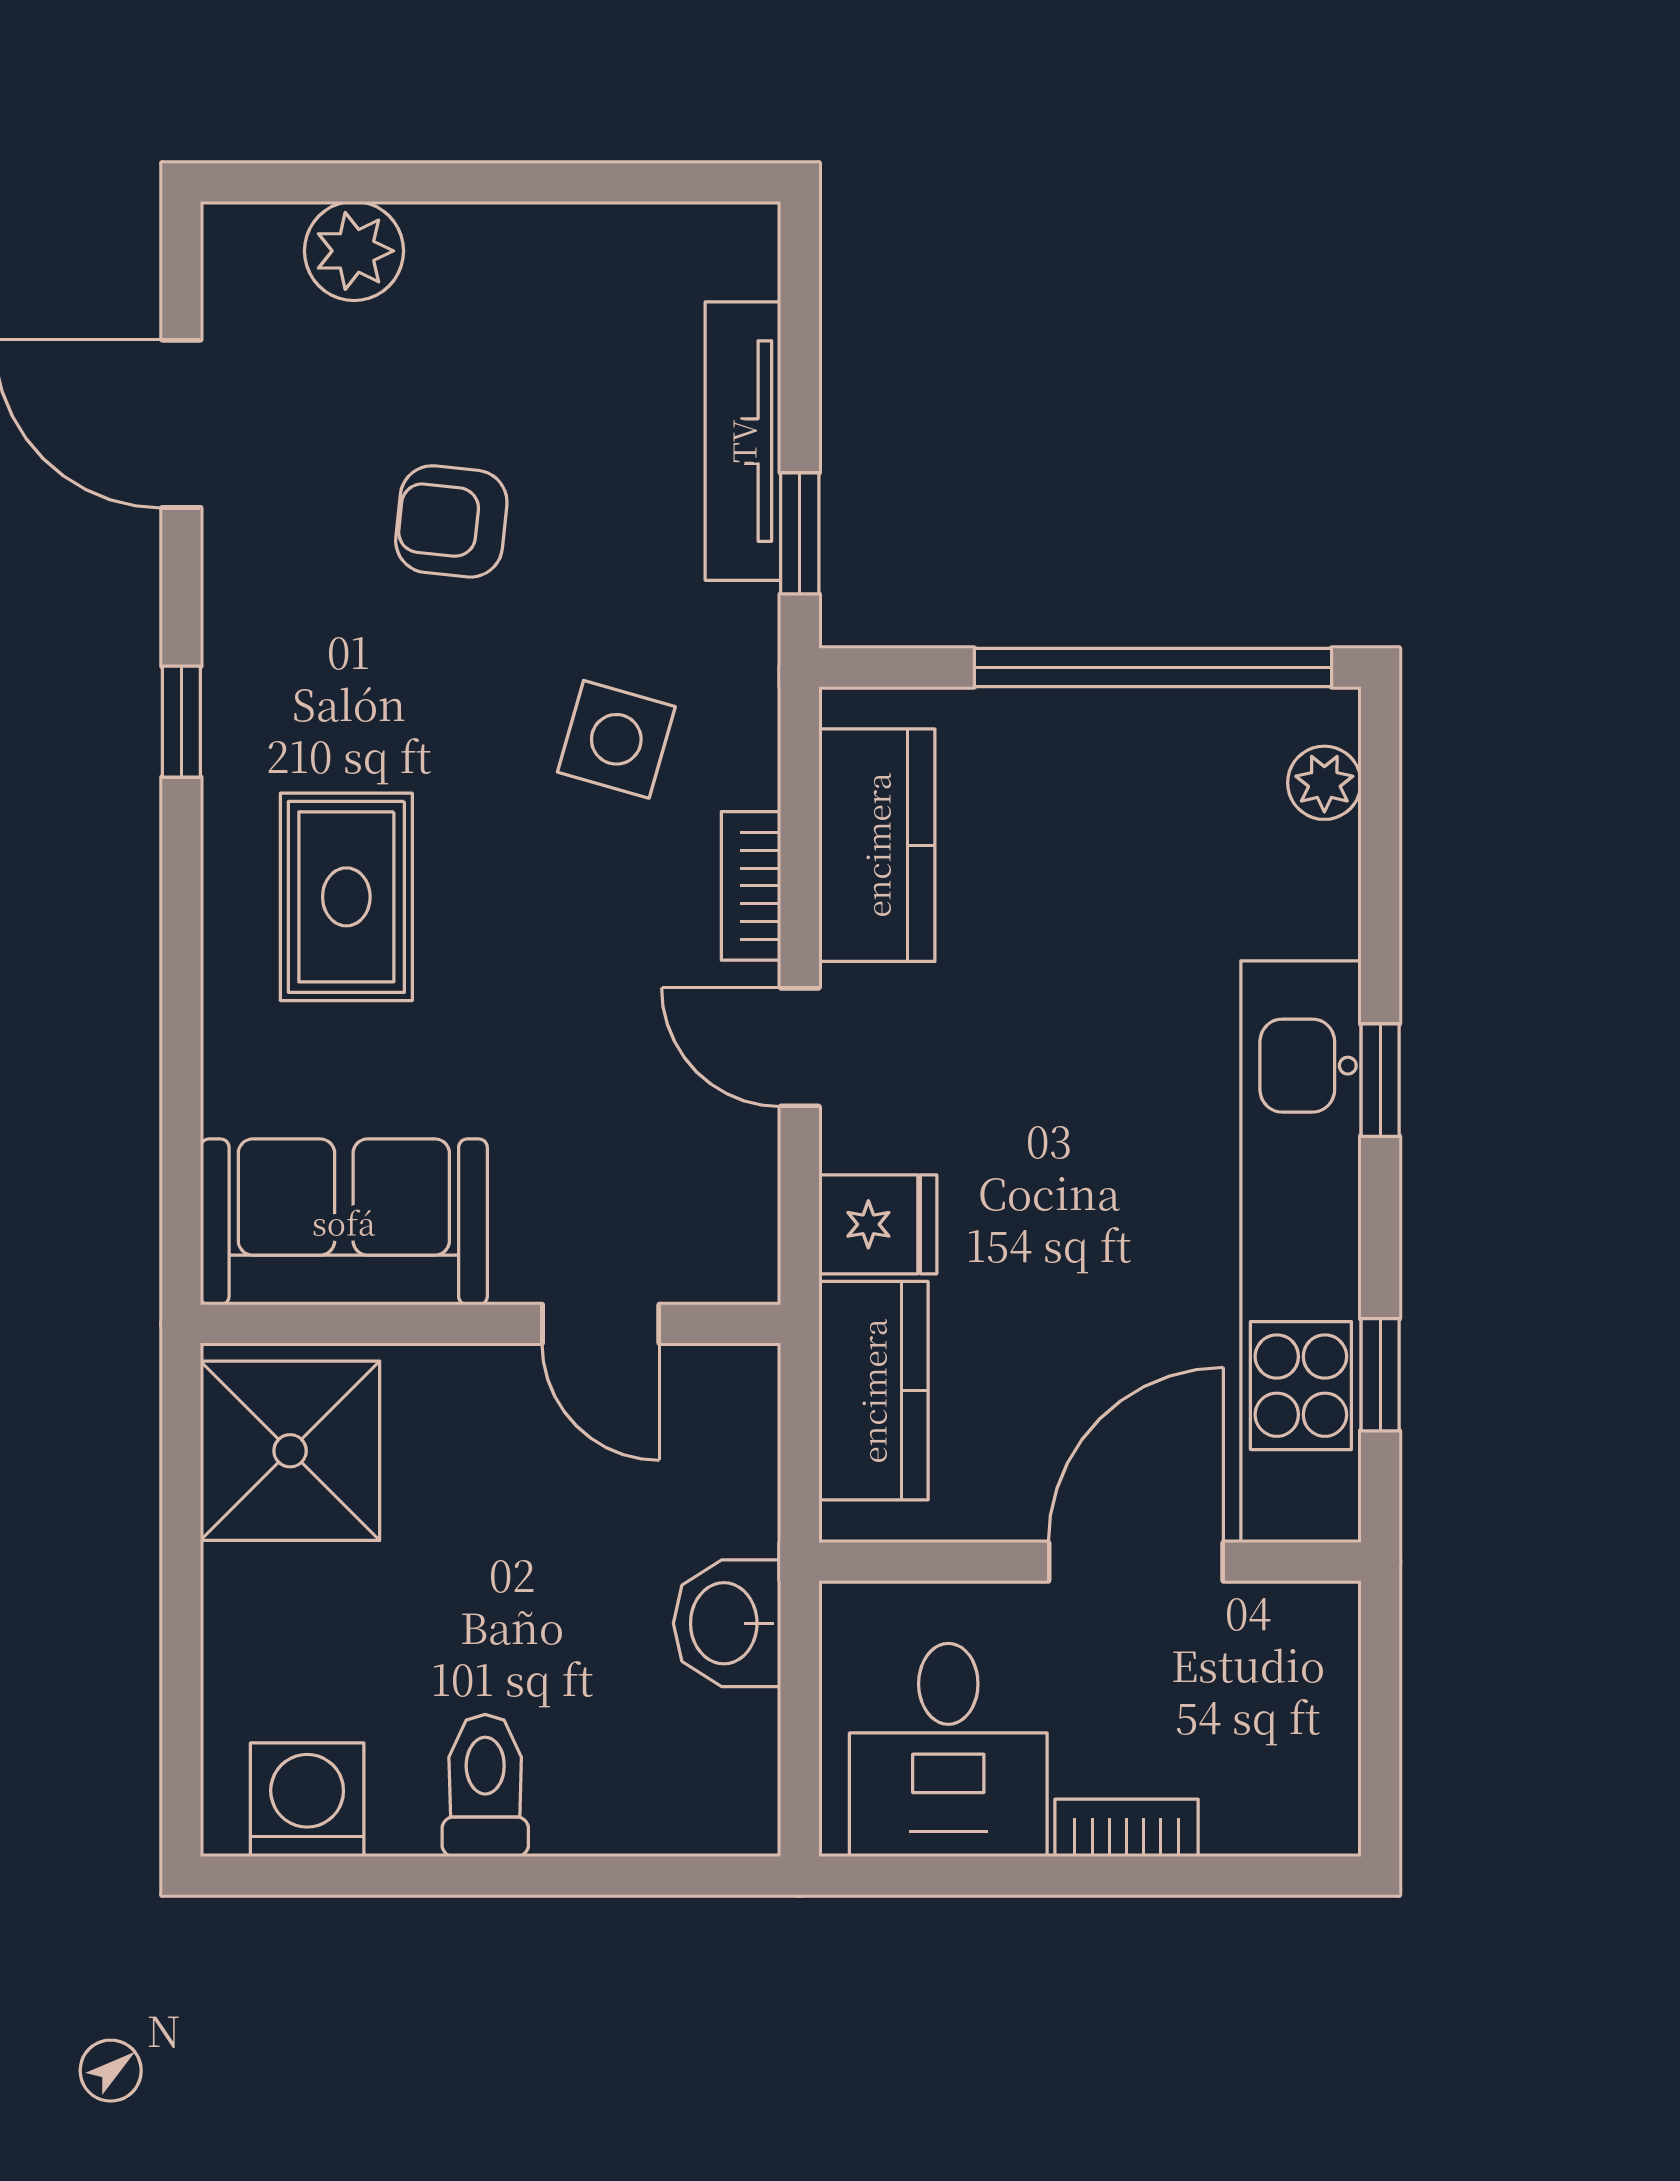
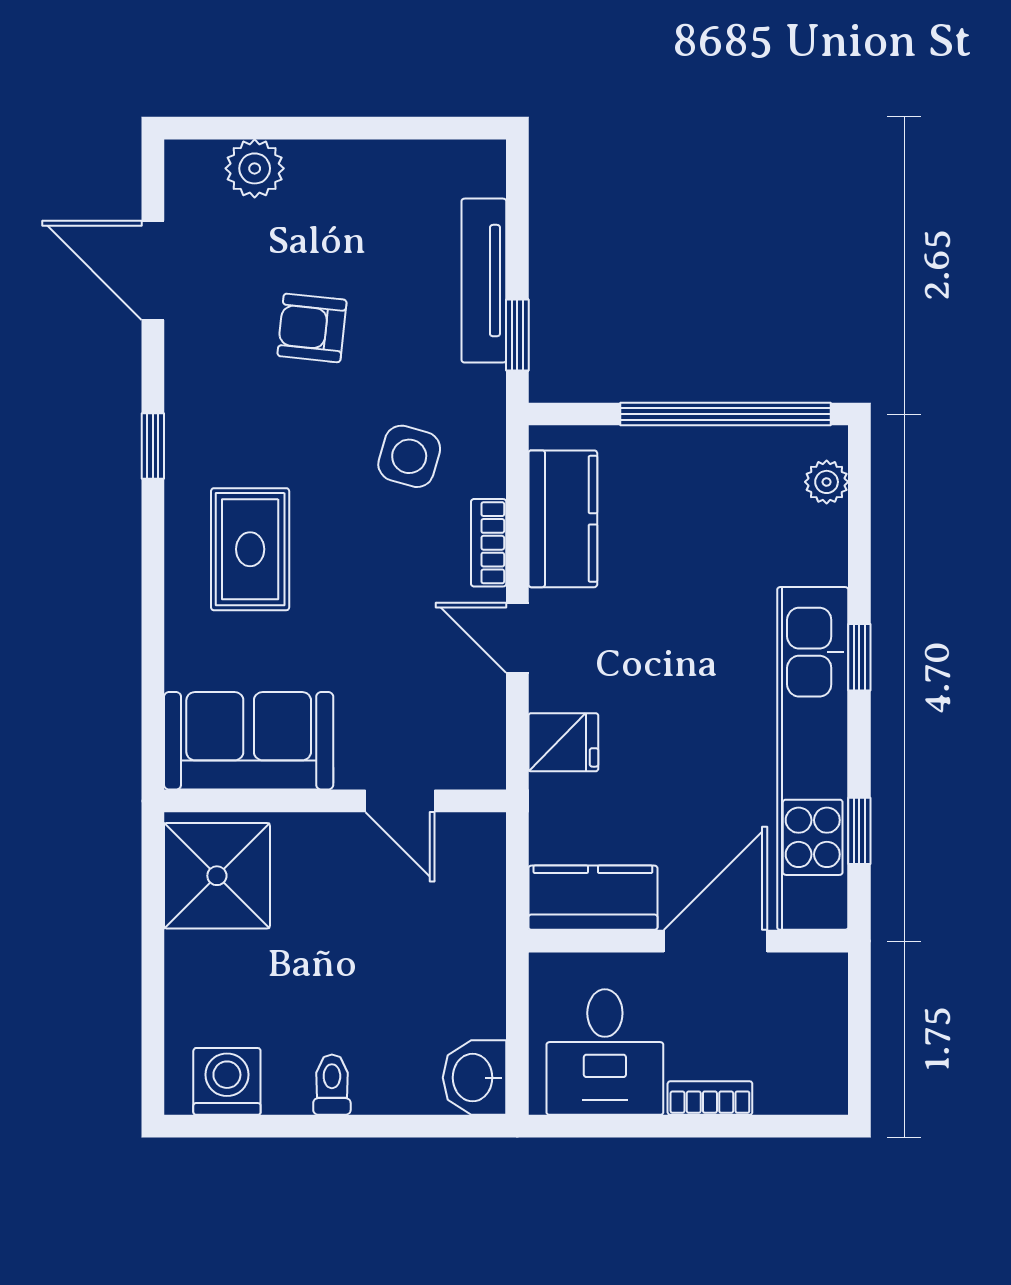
kitchen counter: (873, 1391) -> (593, 898), moved, turned -90
washbasin: (727, 1623) -> (474, 1078), moved
toilet: (485, 1786) -> (332, 1085), width x0.73, depth x0.72

